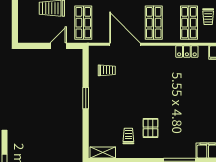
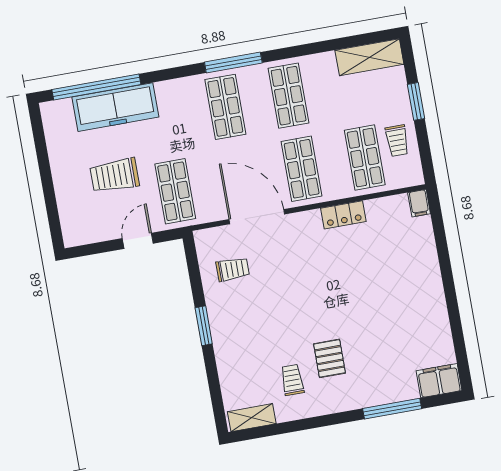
locker: (187, 52) -> (343, 215), moved

